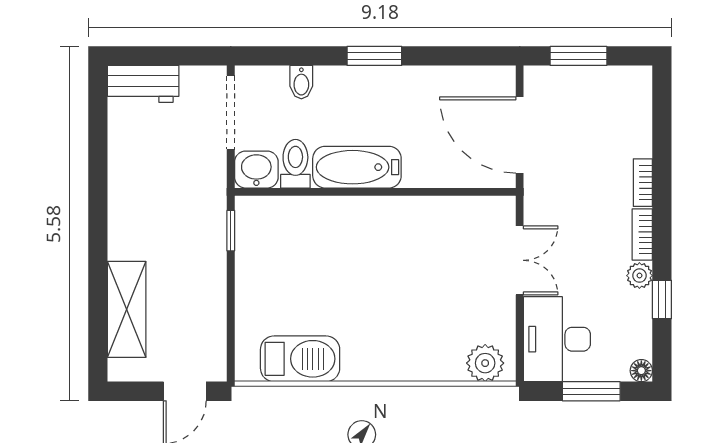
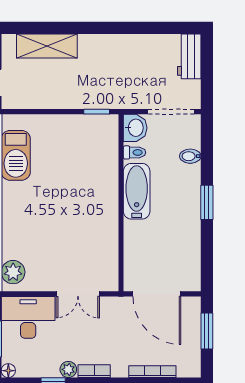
door: (520, 135) -> (157, 294), swing flipped
toilet: (295, 164) -> (135, 152), width x0.73, depth x0.72
bookcase: (643, 183) -> (152, 372), moved, width x1.56

